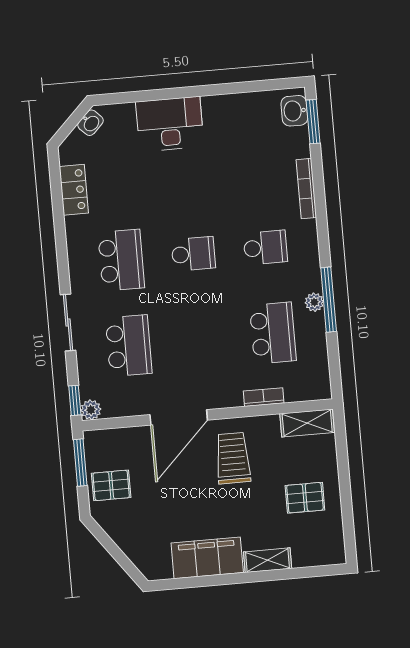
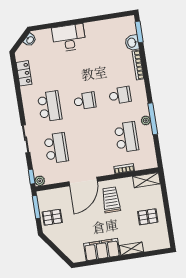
washbasin: (294, 111) -> (132, 43), moved

